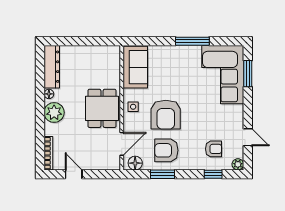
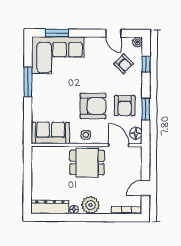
door: (248, 137) -> (113, 33), swing flipped
armchair: (214, 149) -> (124, 64), turned 134

